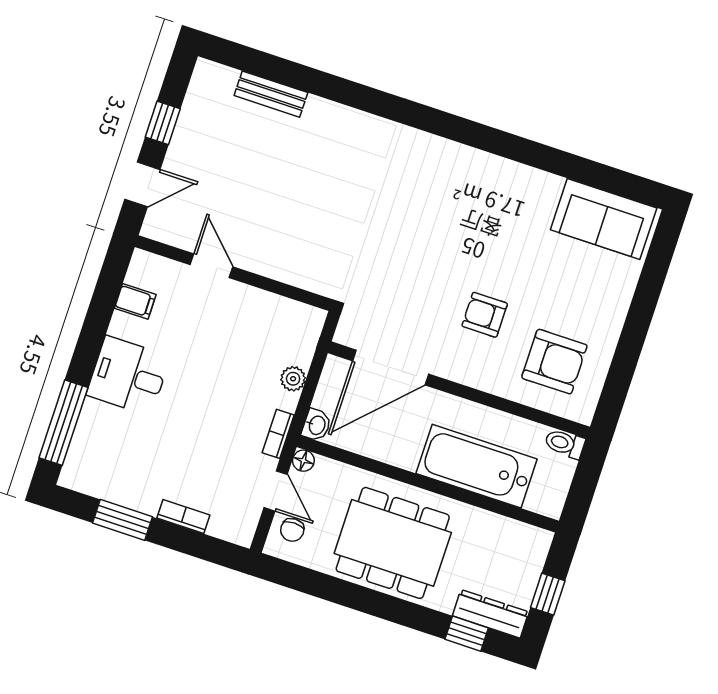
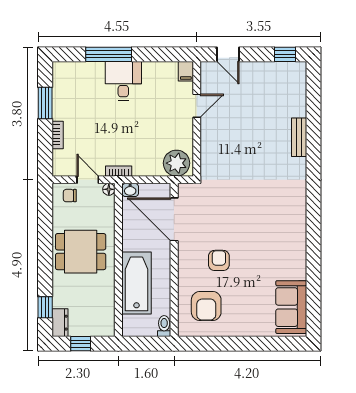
bench: (271, 94) -> (299, 137), moved
window: (163, 123) -> (285, 54), moved
filing cabinet: (135, 301) -> (186, 71), moved
plant: (293, 379) -> (177, 163), moved, width x1.87, depth x1.87
window: (64, 423) -> (109, 54), moved
door: (276, 491) -> (88, 180), swing flipped
dining table: (393, 543) -> (81, 252), width x0.73
dresser: (491, 614) -> (60, 323), width x0.70

